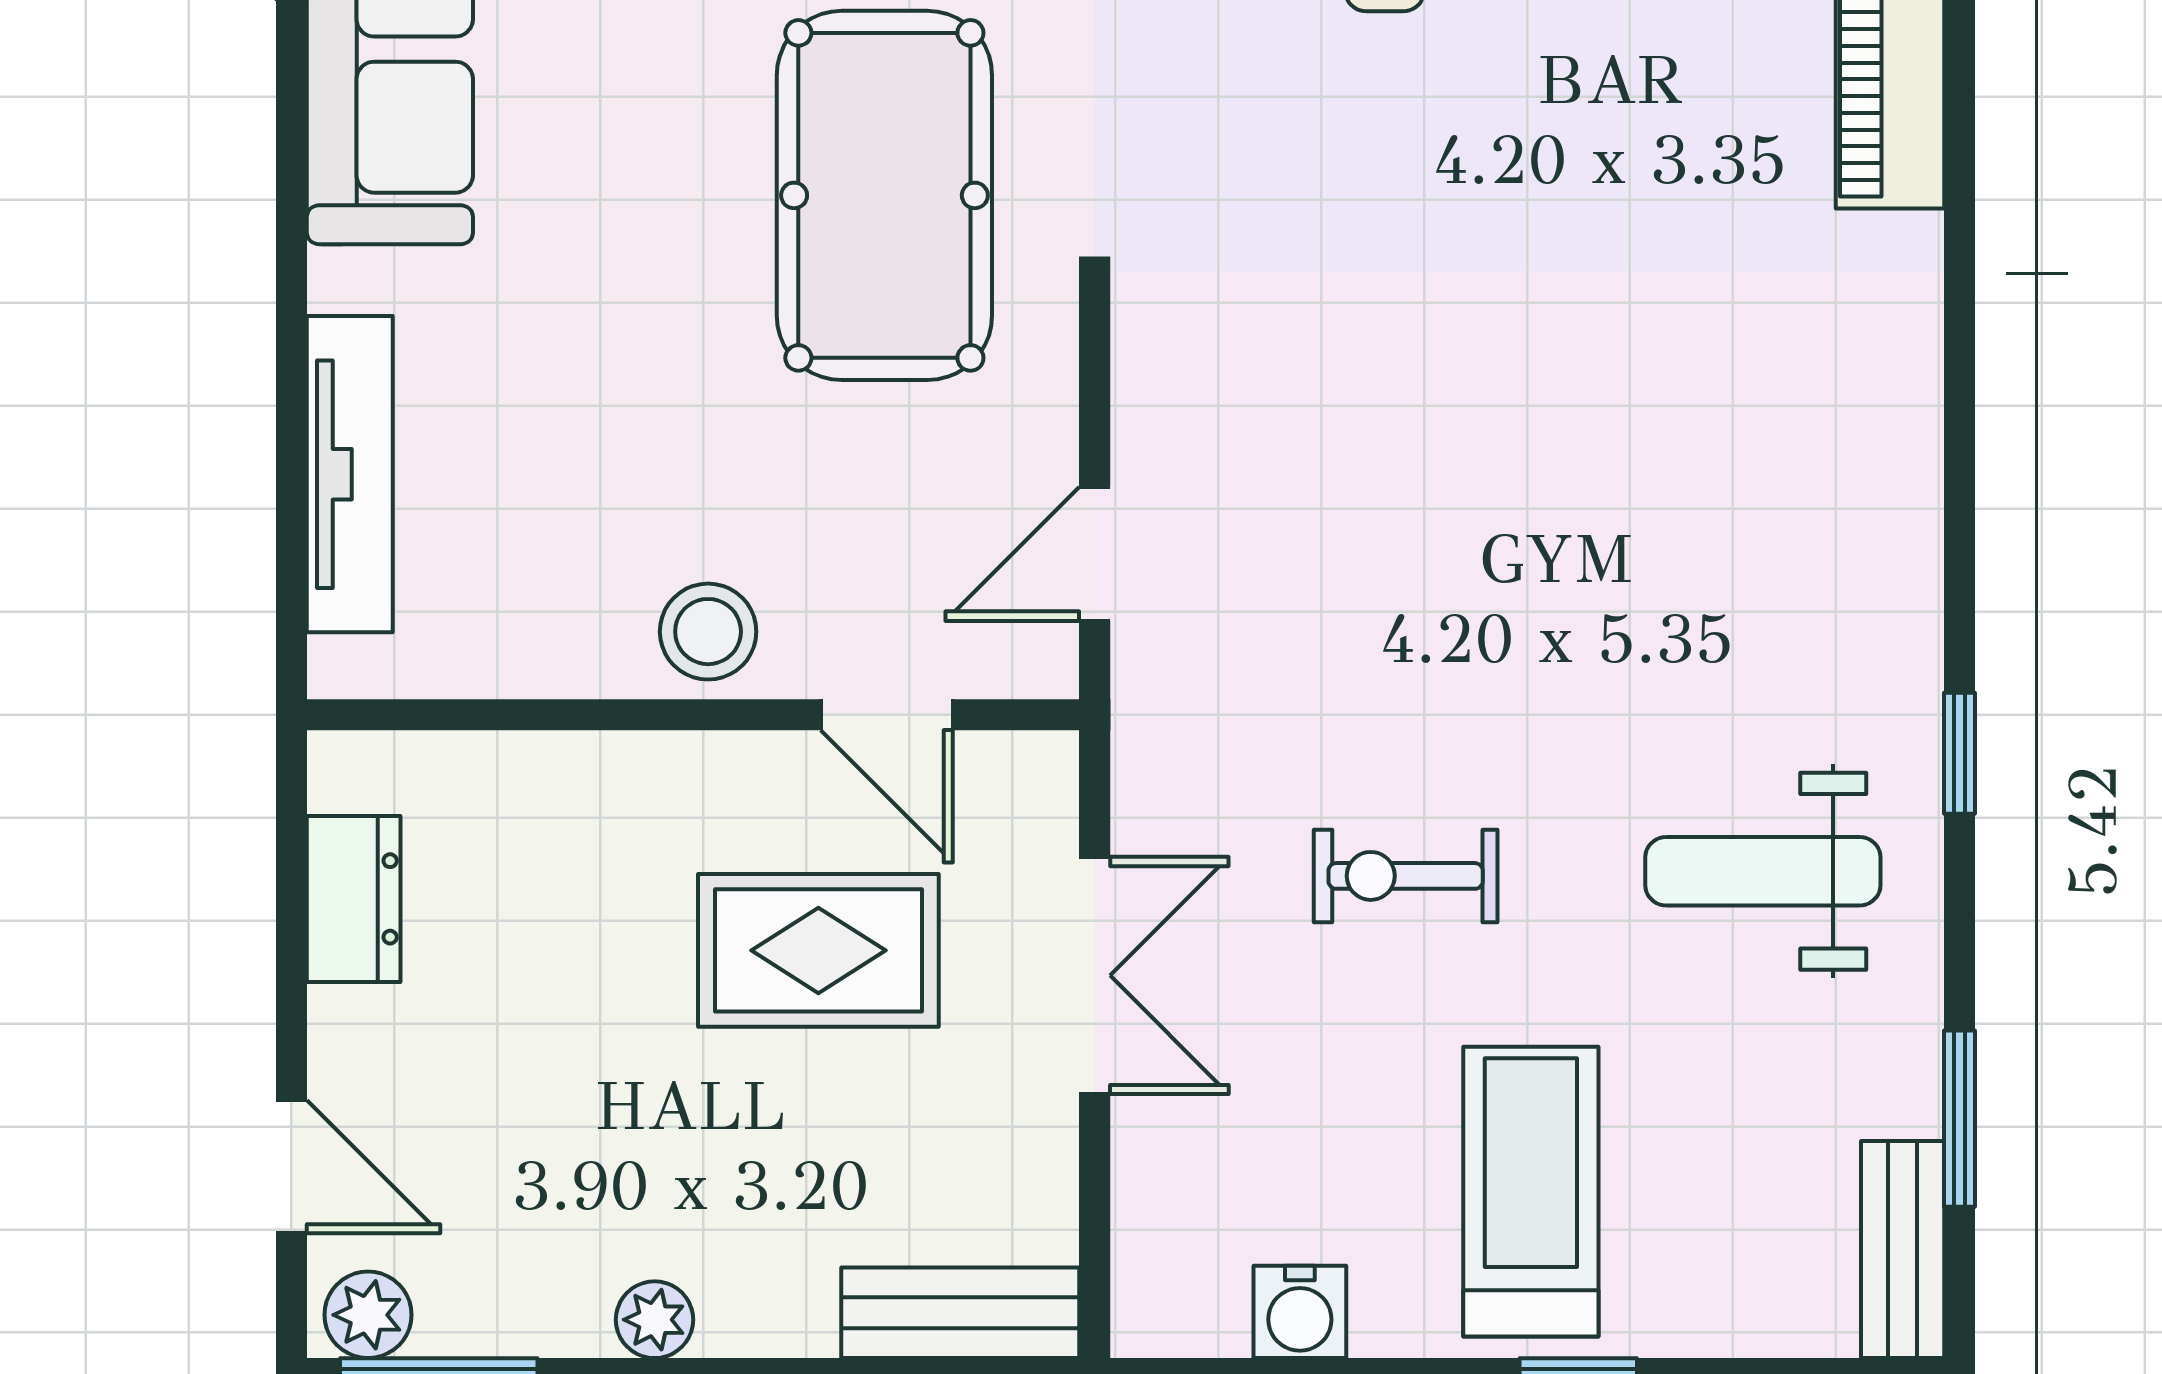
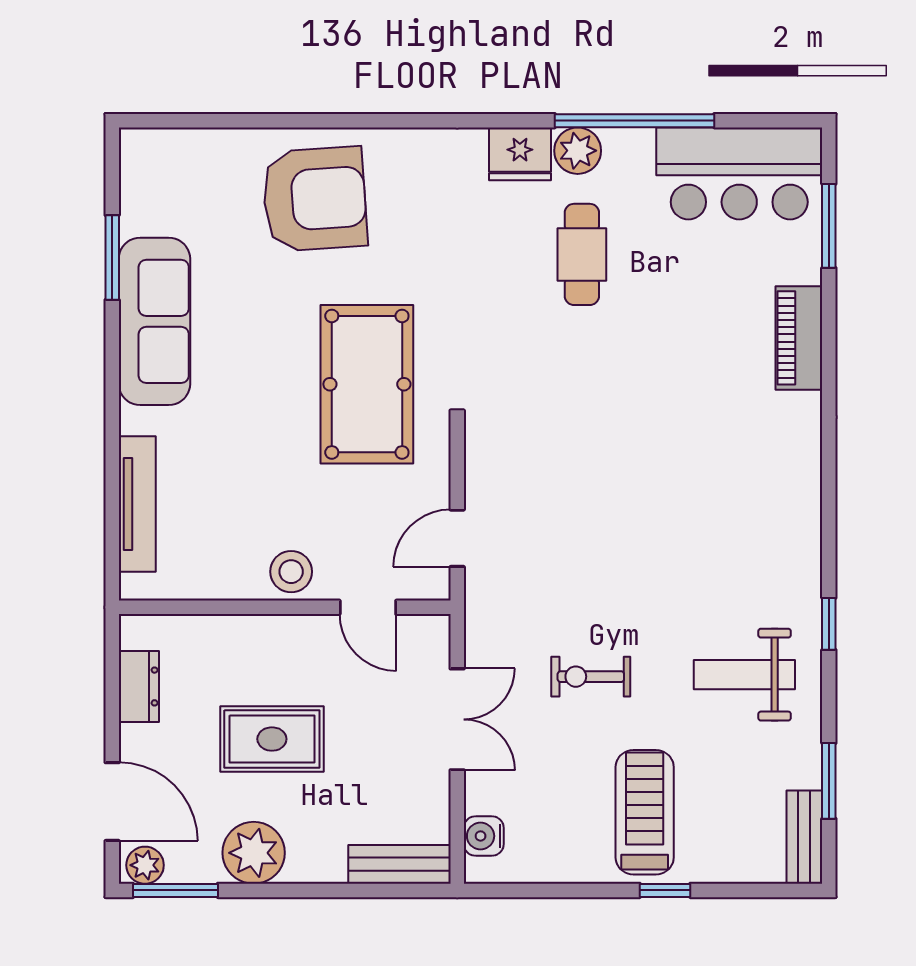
rug: (818, 950) -> (272, 739), moved
door: (291, 1167) -> (112, 802), width x1.38
water cooler: (1300, 1312) -> (484, 836), moved, turned 90
plant: (655, 1320) -> (254, 853), width x1.88, depth x1.88

